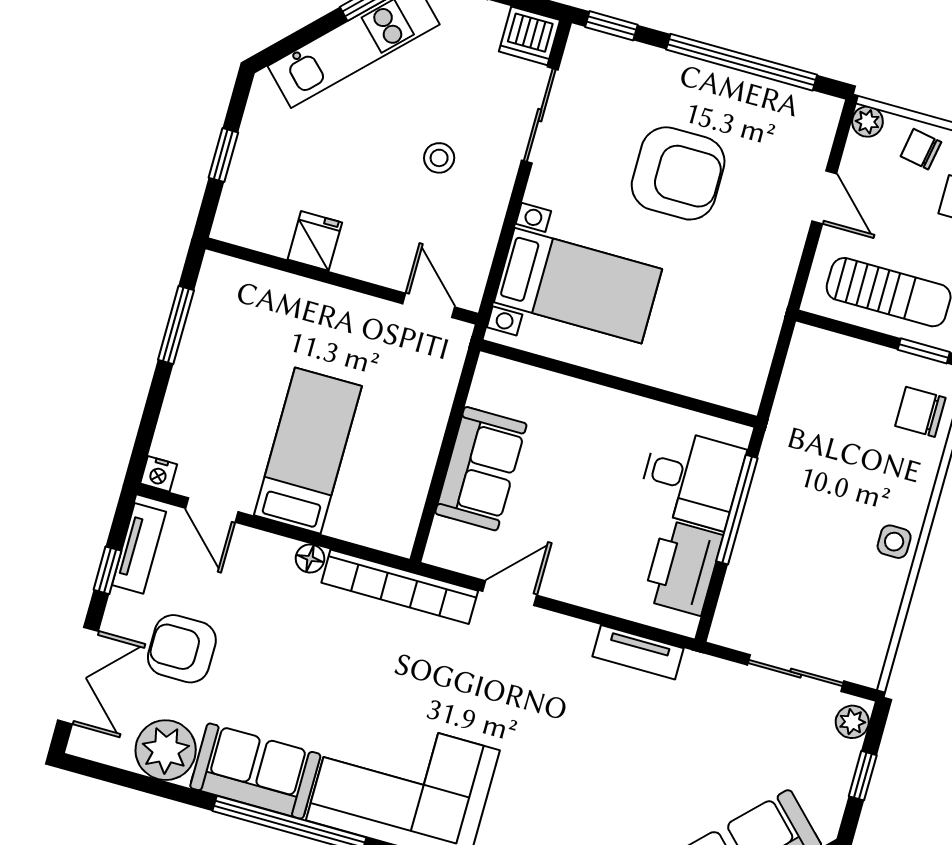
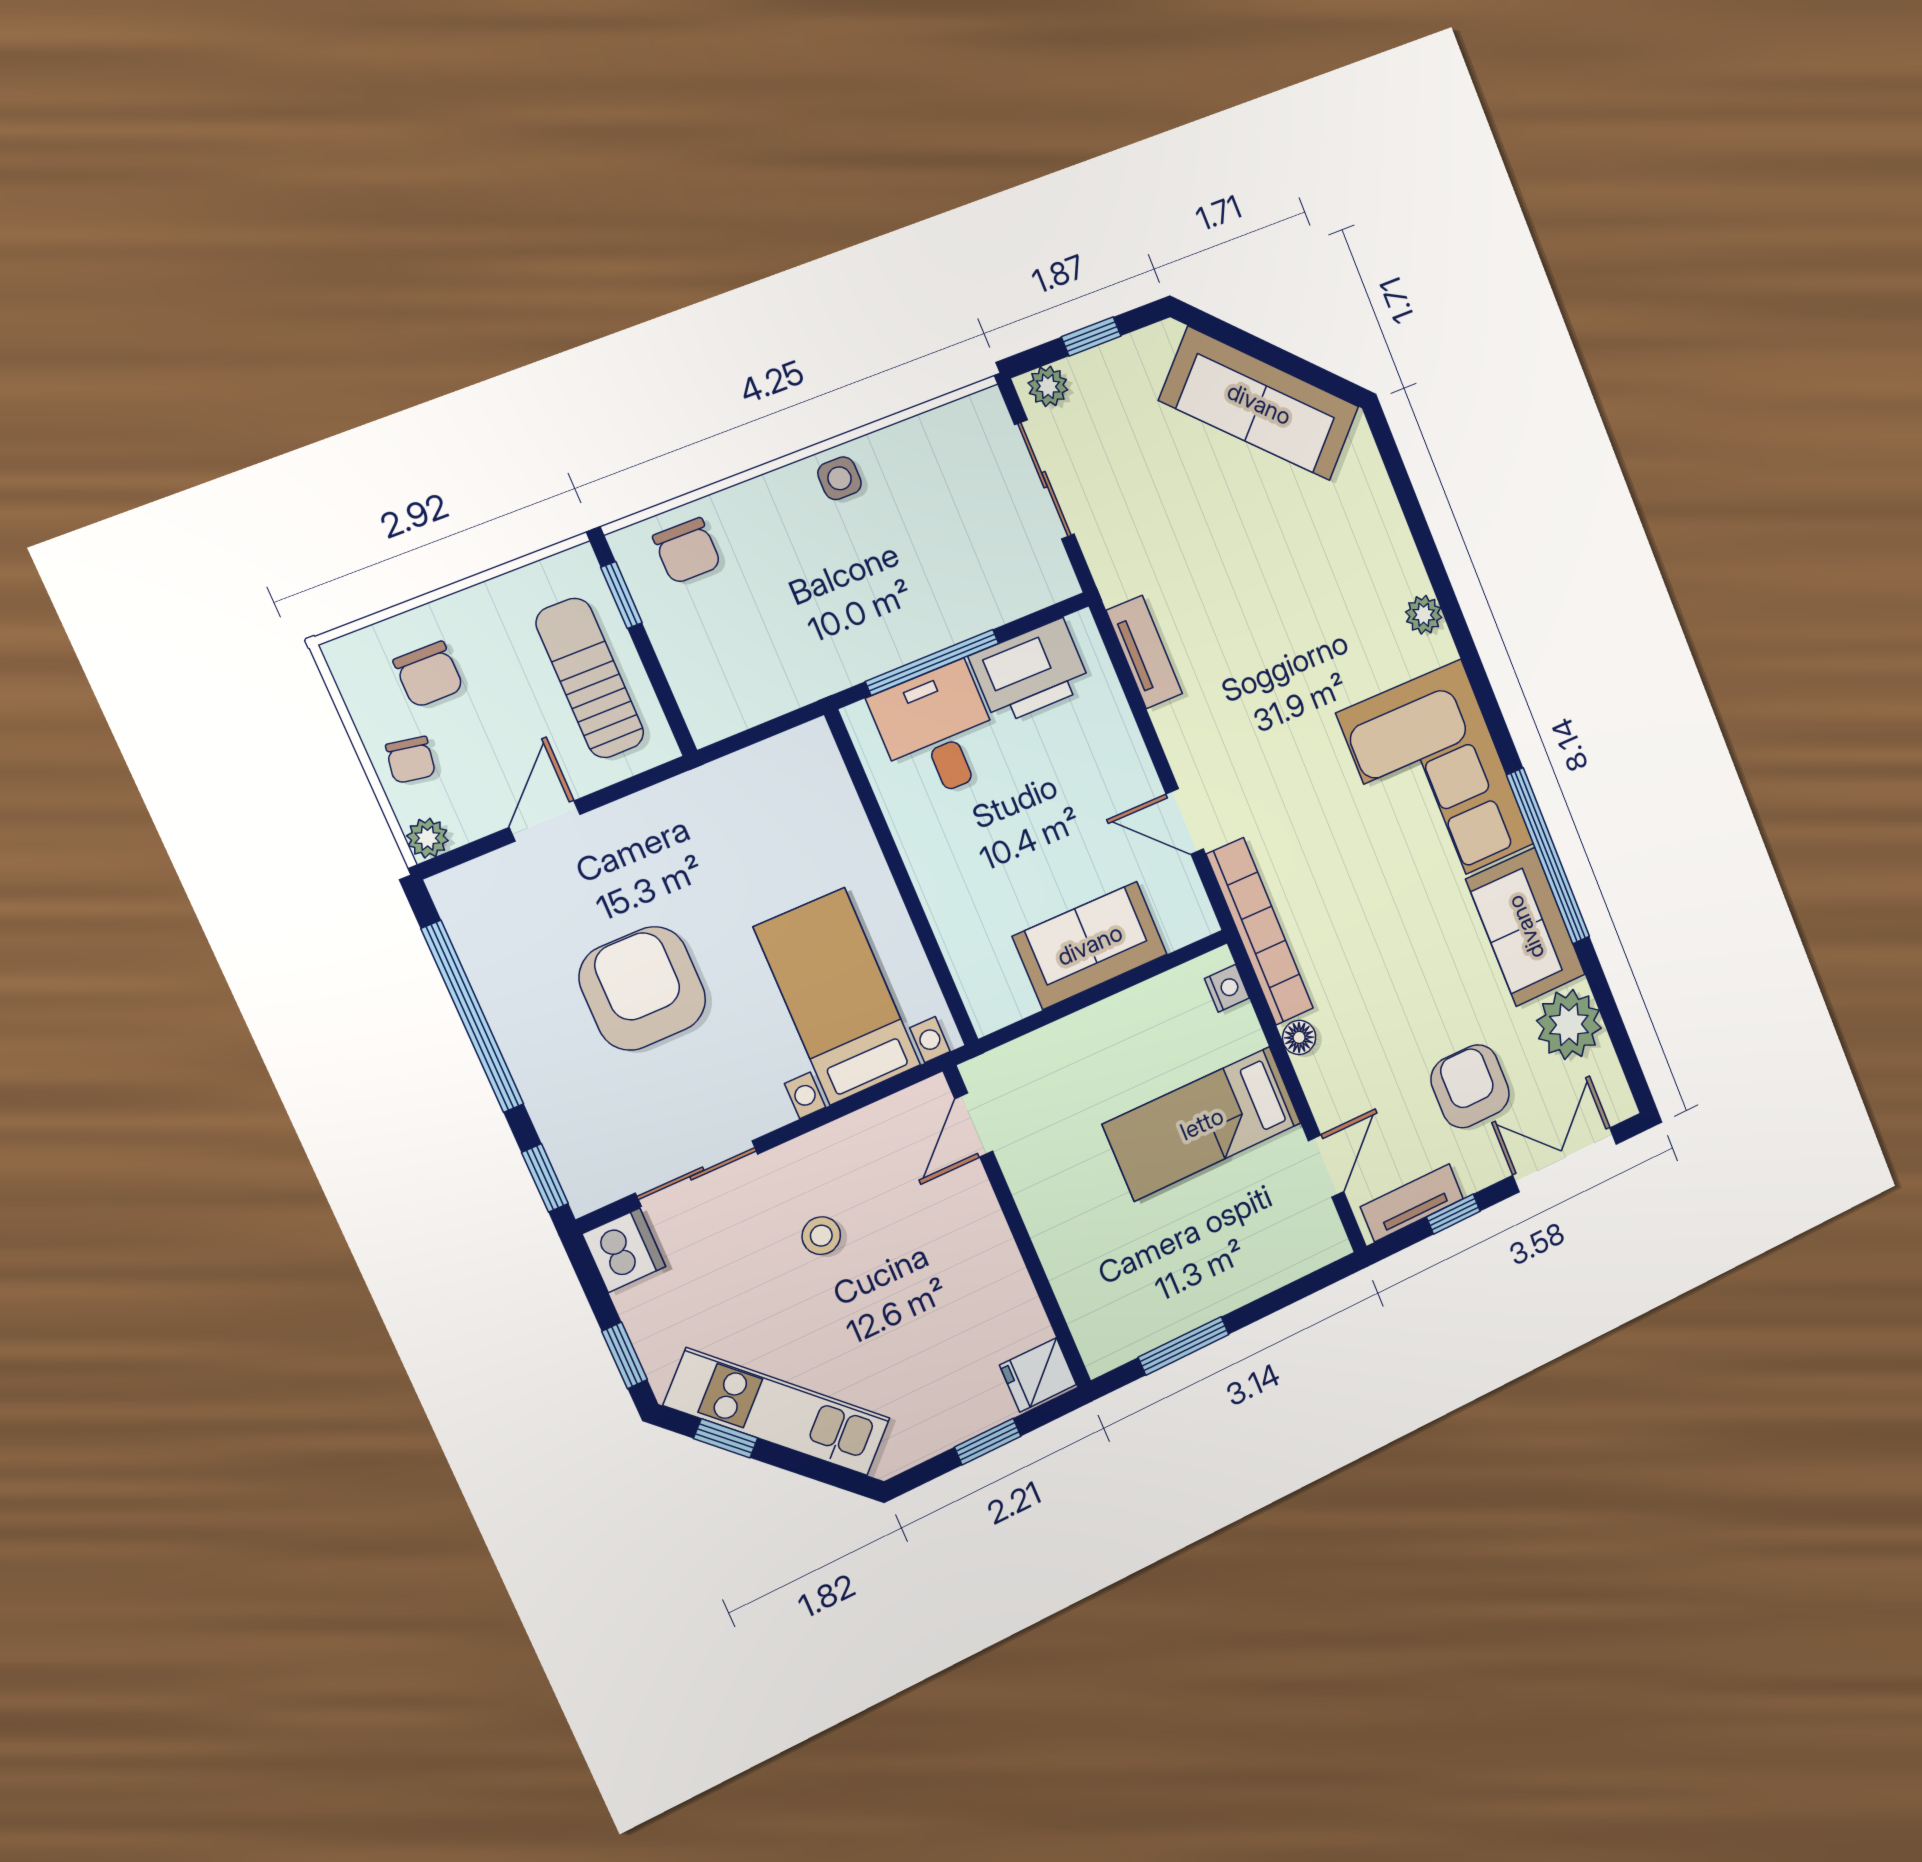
fridge: (315, 241) -> (1038, 1375), moved
nightstand: (159, 474) -> (1227, 988), moved
armchair: (182, 649) -> (1470, 1086), turned 180

